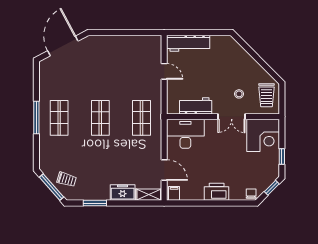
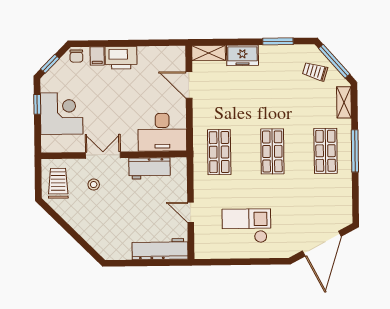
checkout: (121, 60) -> (247, 226), added
corner desk: (263, 135) -> (62, 113), moved, turned 90
shelving: (44, 155) -> (344, 102), added
filing cabinet: (174, 193) -> (97, 56), moved

